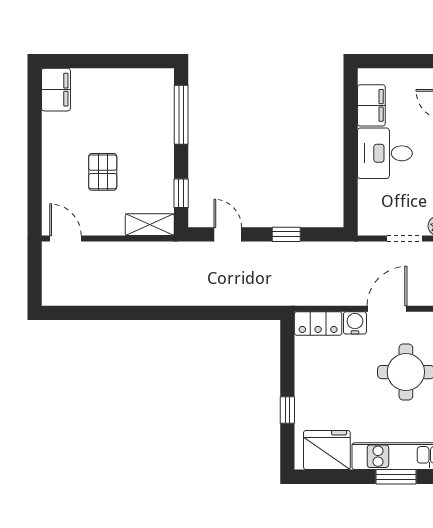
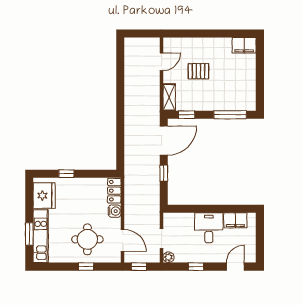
door: (228, 234) -> (164, 141), width x1.88
door: (65, 239) -> (161, 62), moved
door: (387, 309) -> (123, 240), moved

